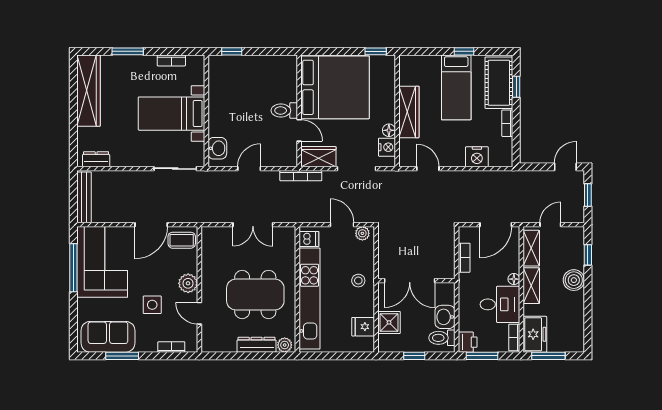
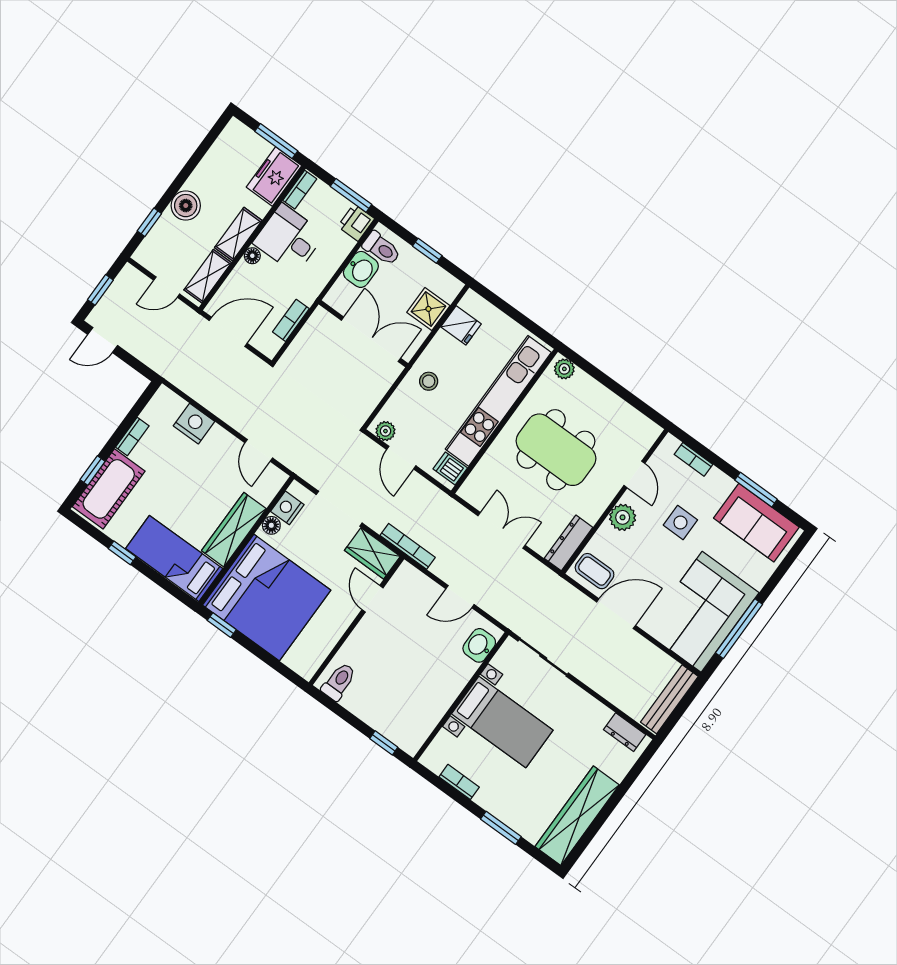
bed: (335, 87) -> (267, 598), moved, turned 180
bed: (456, 87) -> (174, 558), moved, turned -90
toilet: (284, 110) -> (339, 682), moved, turned -90
dresser: (257, 345) -> (569, 543), moved, turned 90

